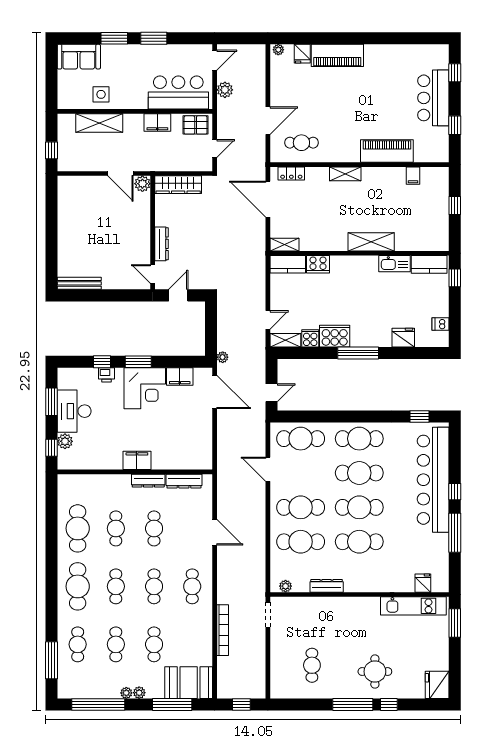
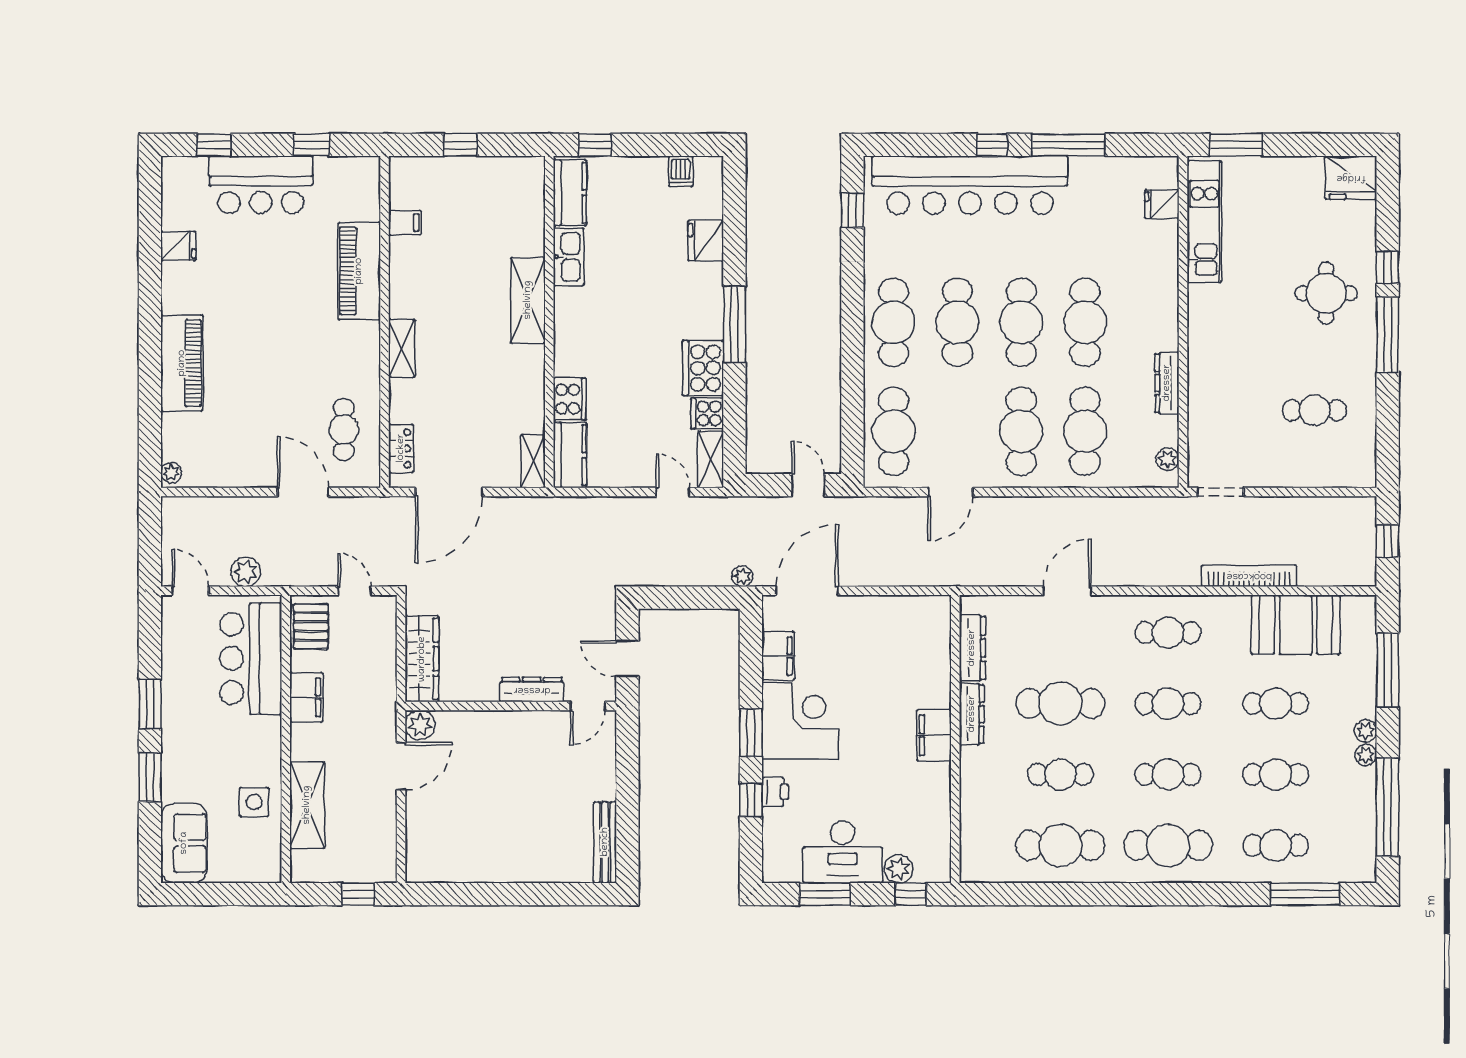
fridge: (302, 54) -> (178, 246), moved
cafe table: (154, 528) -> (1060, 704), width x1.37, depth x1.35
booth: (189, 683) -> (1296, 625), moved, turned 90

